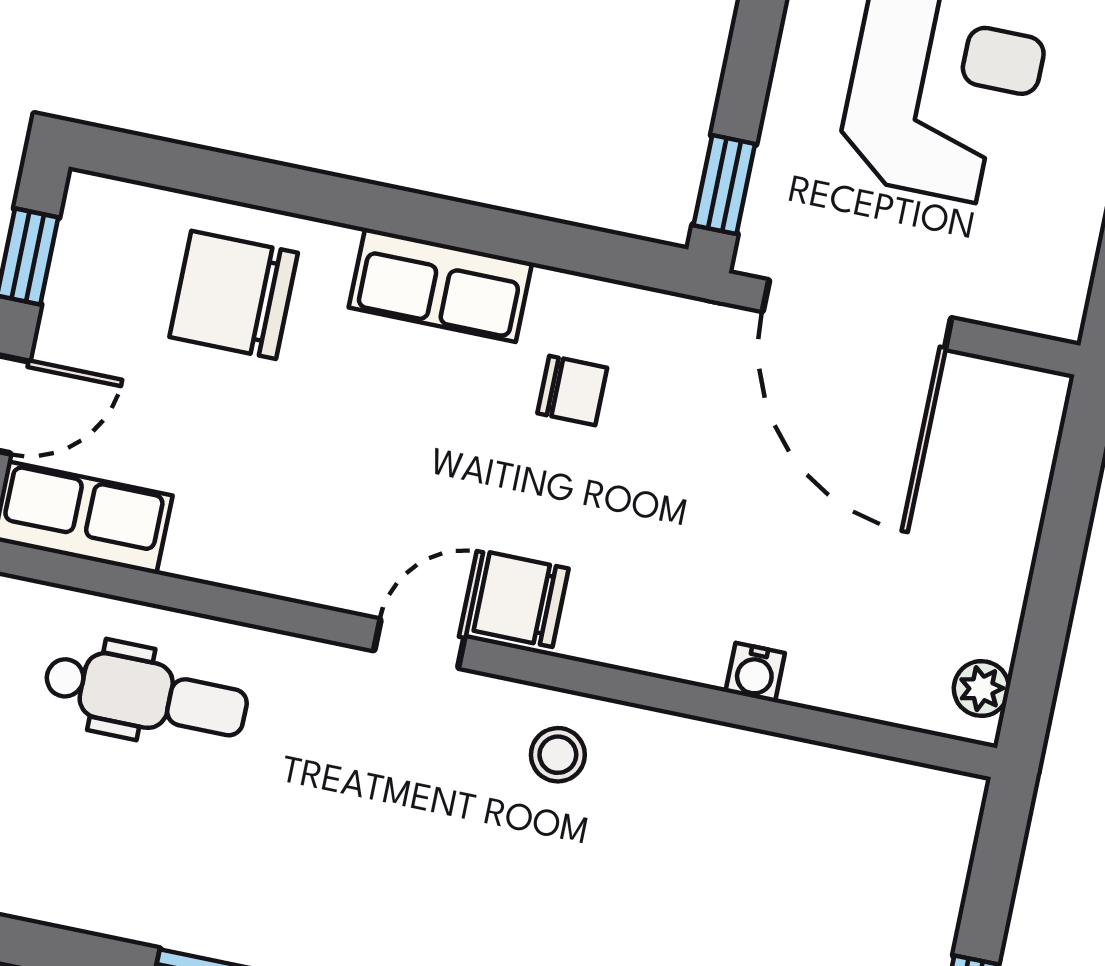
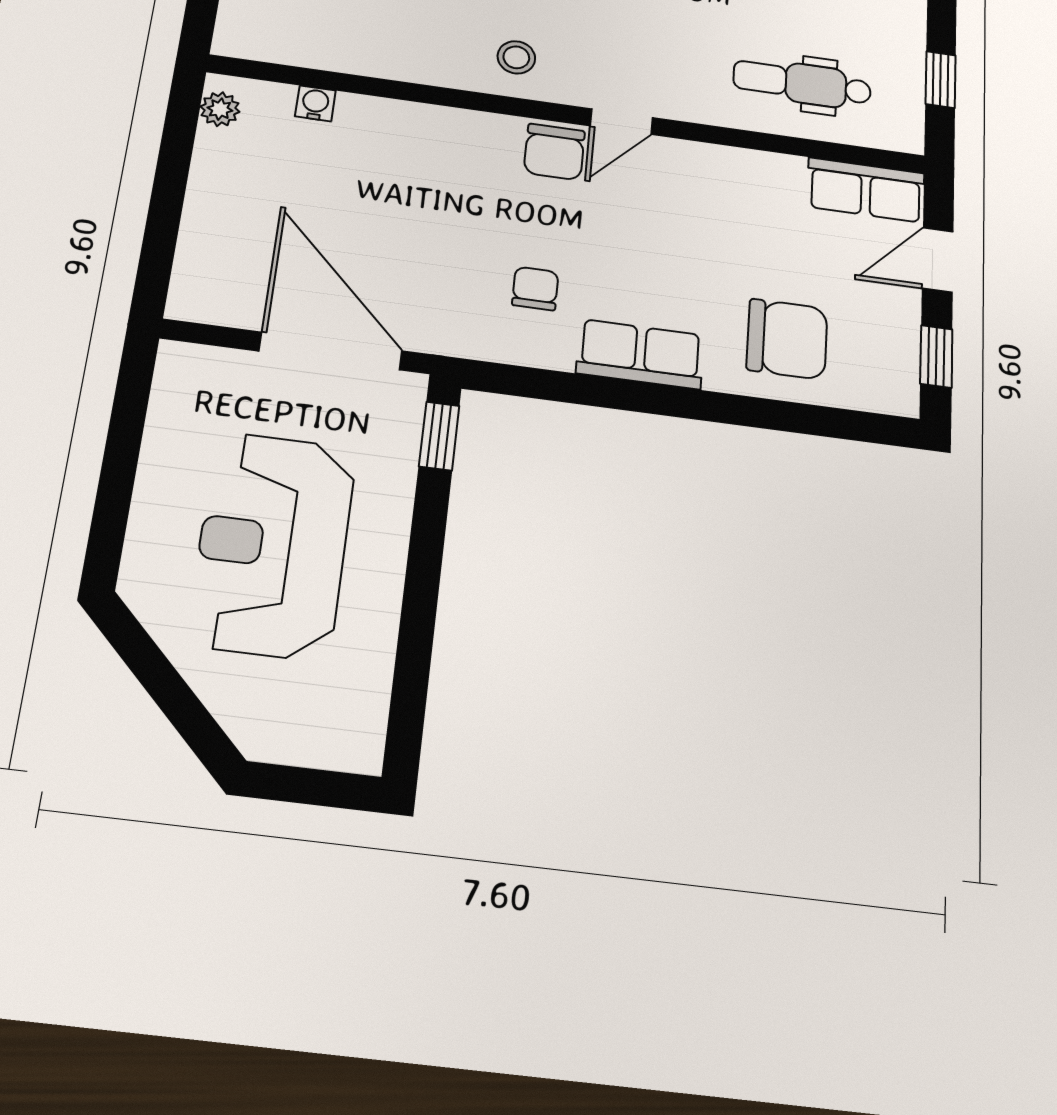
chair: (572, 390) -> (535, 289), turned 90
chair: (521, 600) -> (554, 152), turned 90
water cooler: (755, 672) -> (315, 103), moved

